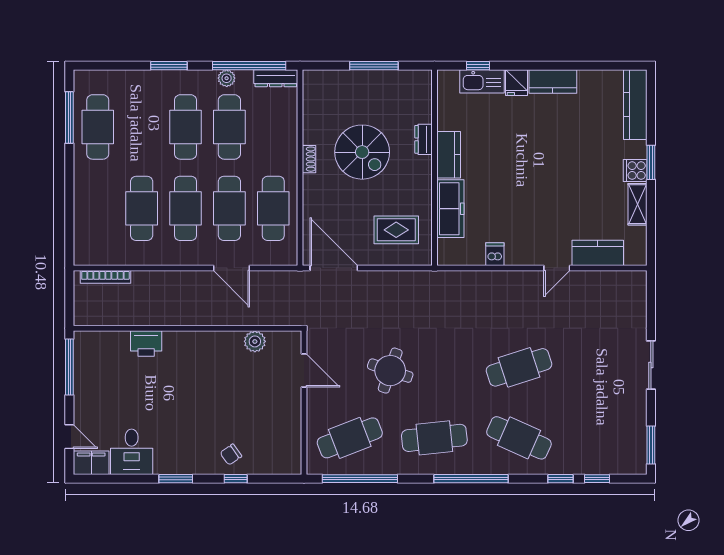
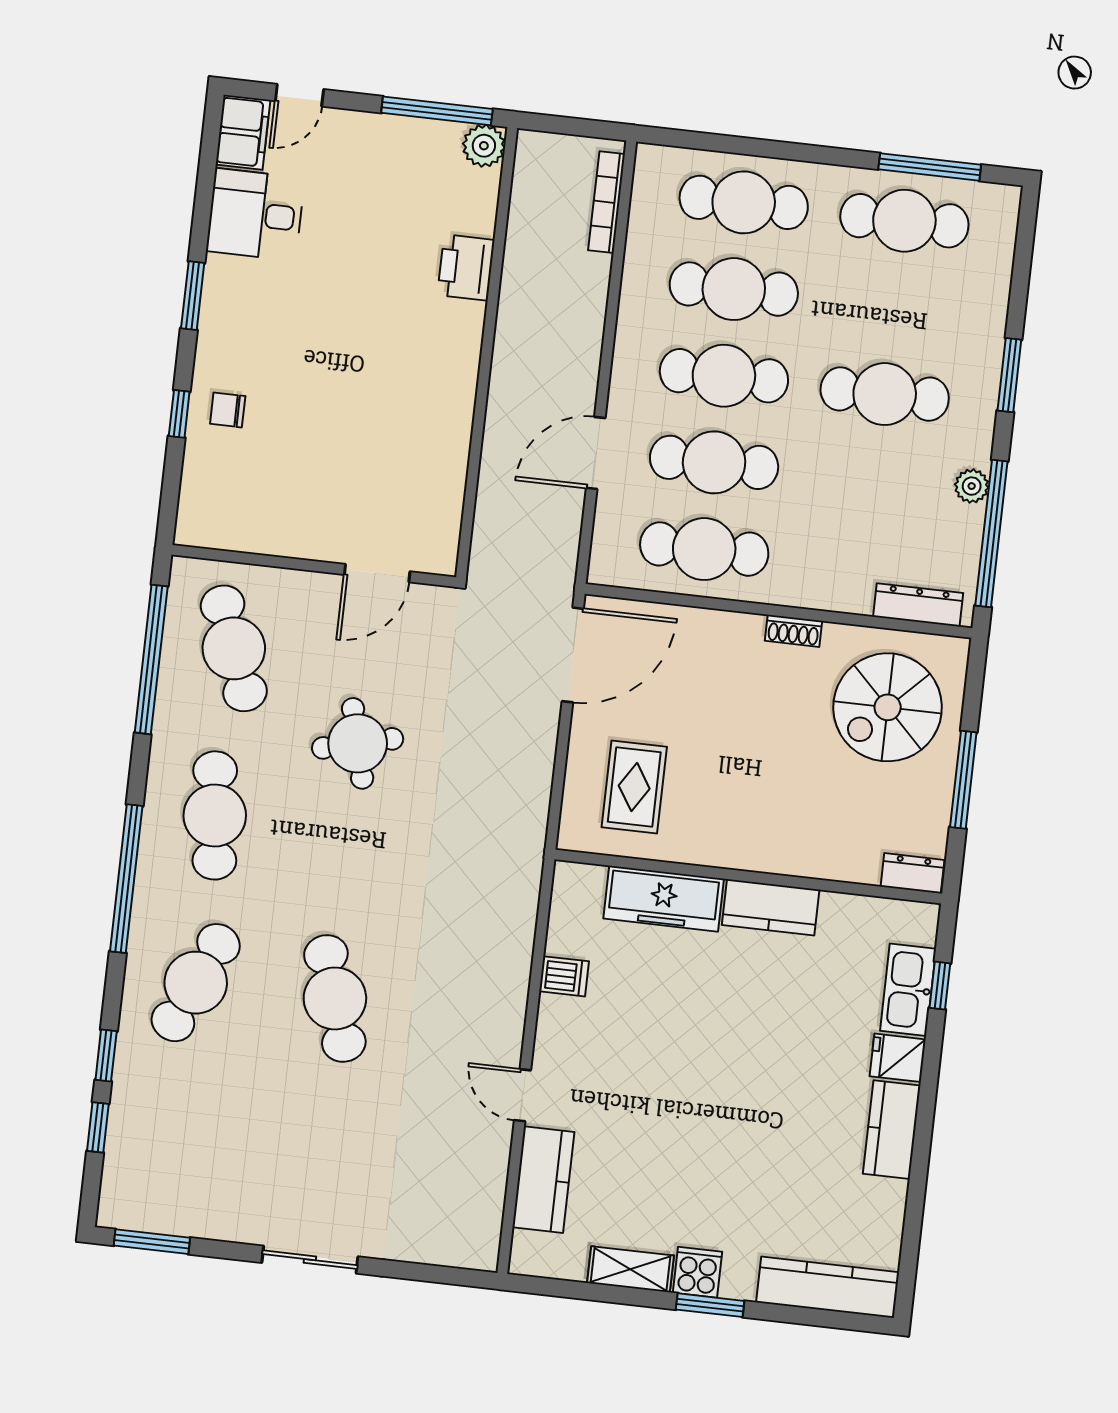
dresser: (276, 78) -> (918, 605), moved, turned 90
cafe table: (229, 127) -> (744, 202), moved
dresser: (424, 139) -> (912, 873), moved
spiral stairs: (362, 152) -> (888, 707), moved
plant: (255, 341) -> (484, 146), moved
round table: (390, 371) -> (358, 743), turned -33
chair: (231, 455) -> (228, 410), turned -55

